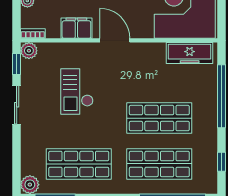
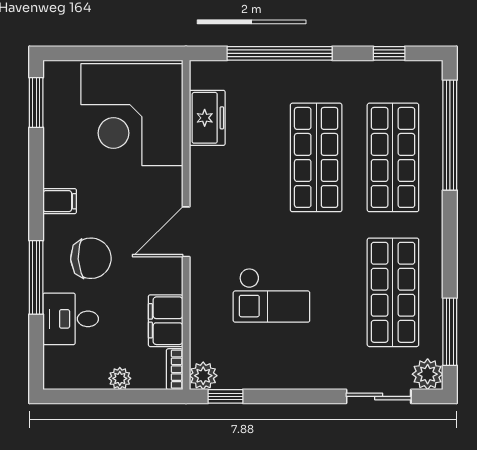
filing cabinet: (76, 28) -> (166, 321), moved
freezer: (190, 53) -> (207, 118), width x0.71
sliding door: (17, 105) -> (379, 396), moved

